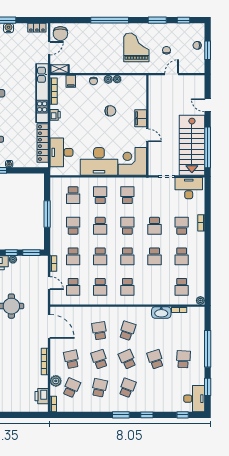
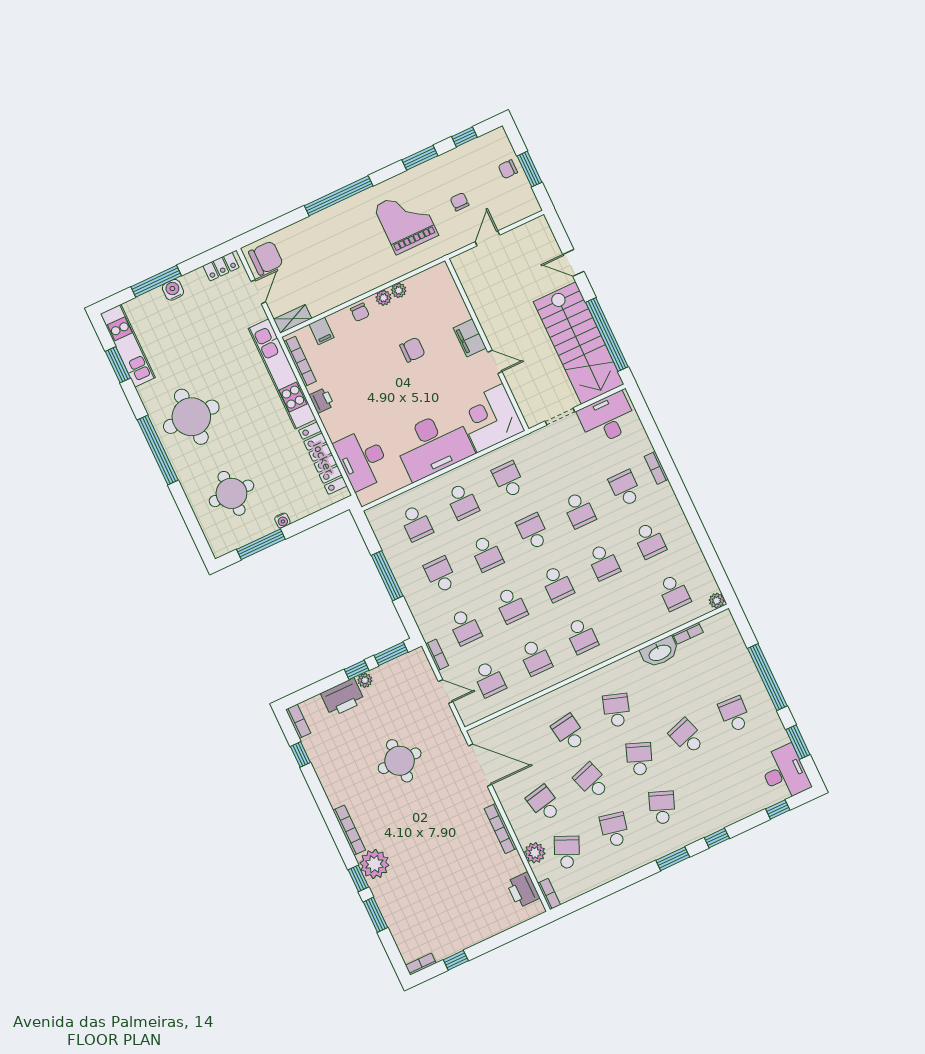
chair: (60, 34) -> (266, 258), turned -90
school desk: (100, 195) -> (462, 501), turned 180
school desk: (127, 359) -> (639, 759), turned 45

